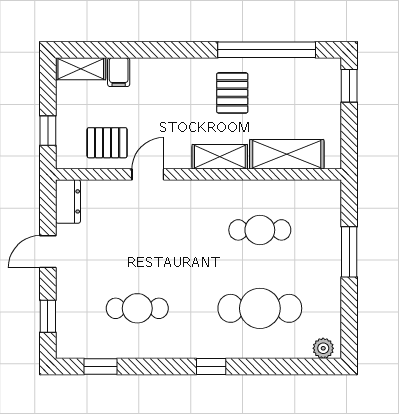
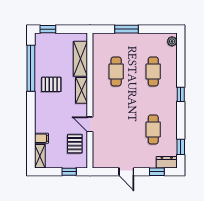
dresser: (68, 201) -> (167, 162), moved
cafe table: (260, 308) -> (153, 71), width x0.73, depth x0.74

